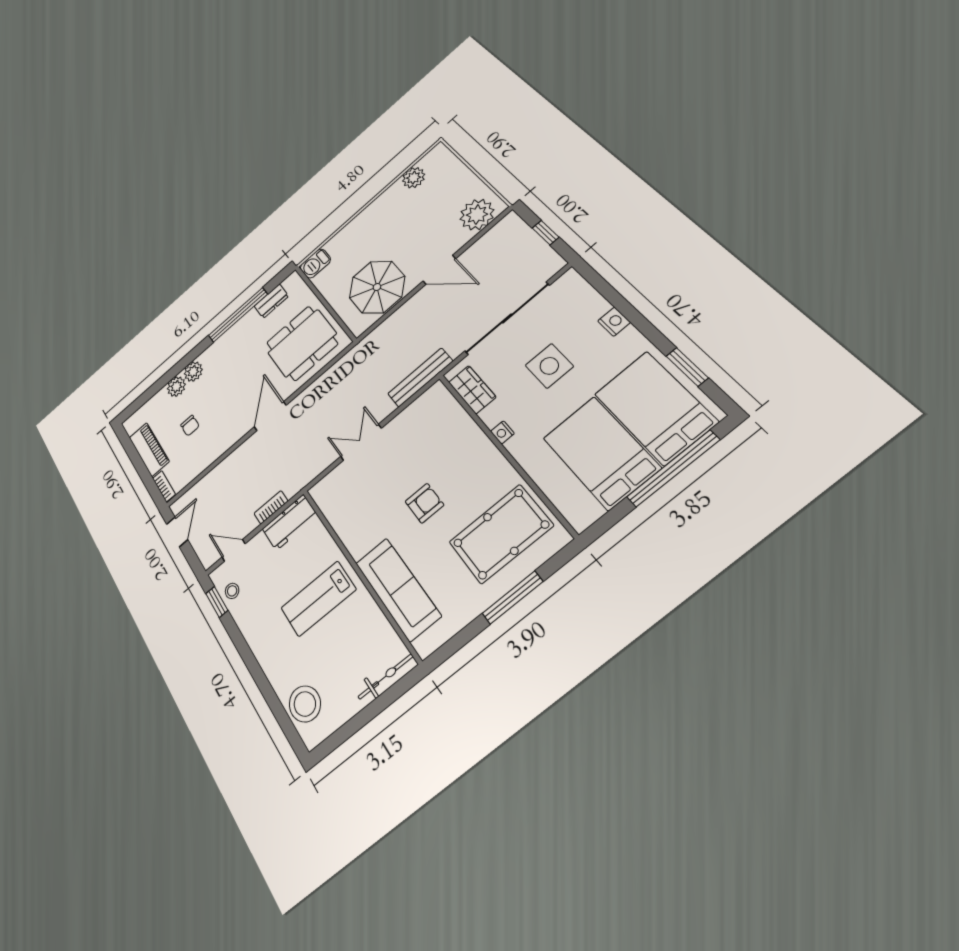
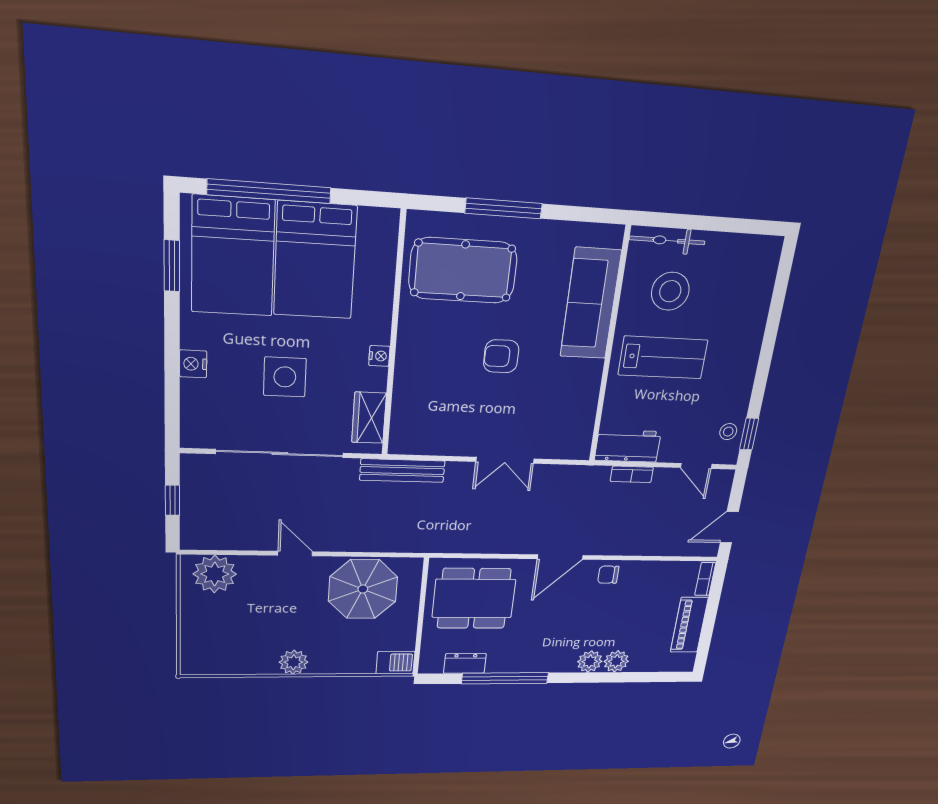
plant: (414, 178) -> (294, 662), moved
door: (439, 270) -> (295, 554), width x0.73
chair: (190, 426) -> (608, 575), moved, turned -90
stool: (305, 704) -> (670, 291), moved

